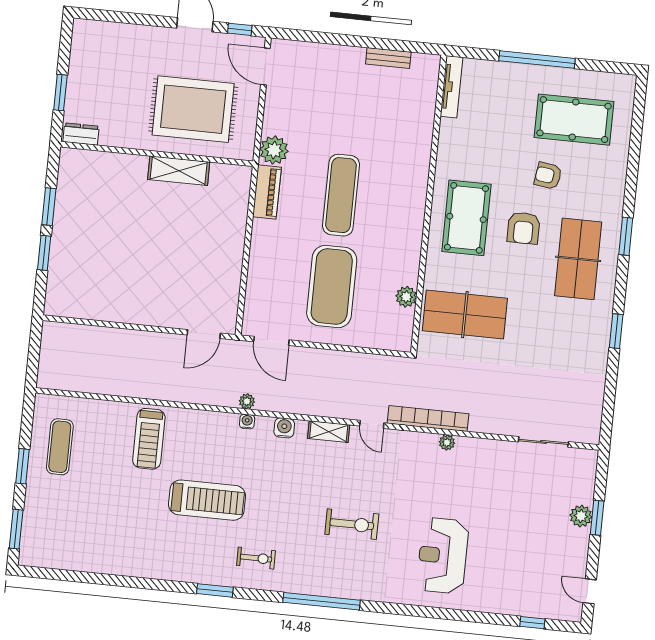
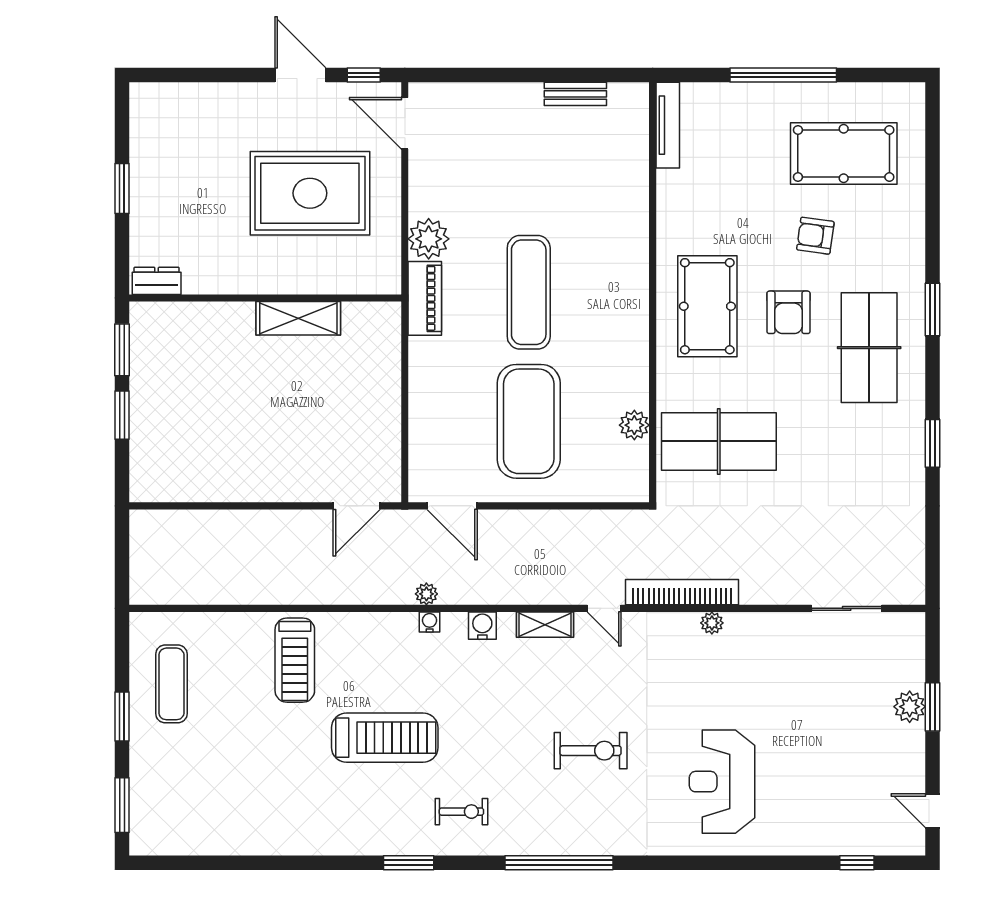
dresser: (81, 134) -> (157, 281), moved
wall: (157, 154) -> (265, 298), moved
shelving: (179, 171) -> (298, 318), moved

